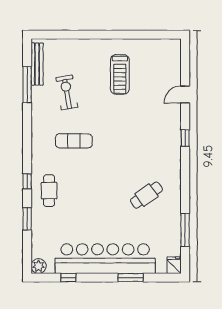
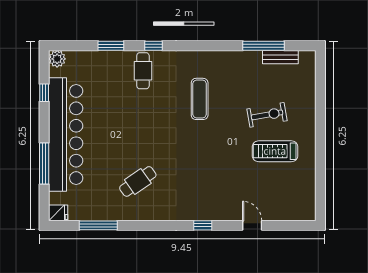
bench: (37, 64) -> (280, 57), width x0.73
exercise bike: (67, 92) -> (267, 115), moved
cafe table: (49, 191) -> (143, 71), turned 90
cafe table: (146, 195) -> (138, 181), turned 90
window: (131, 278) -> (44, 163), width x1.44

